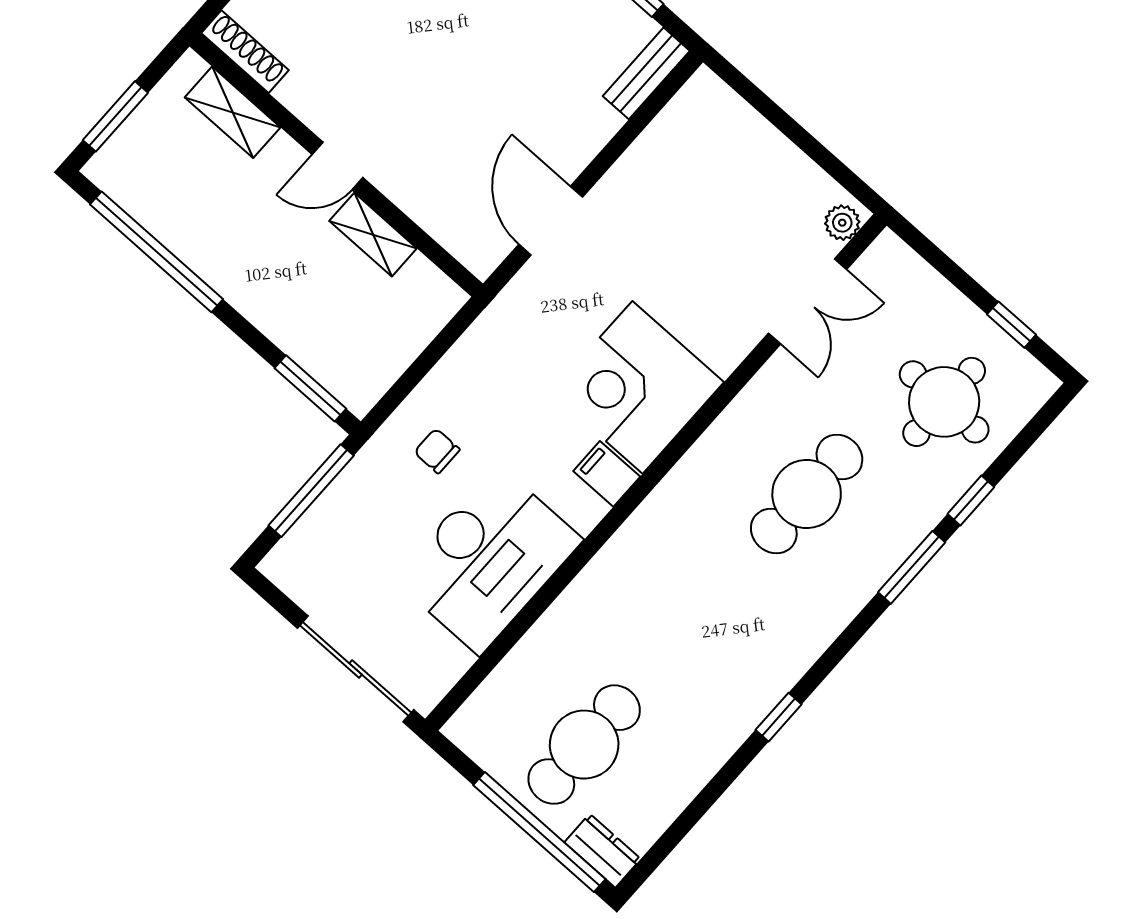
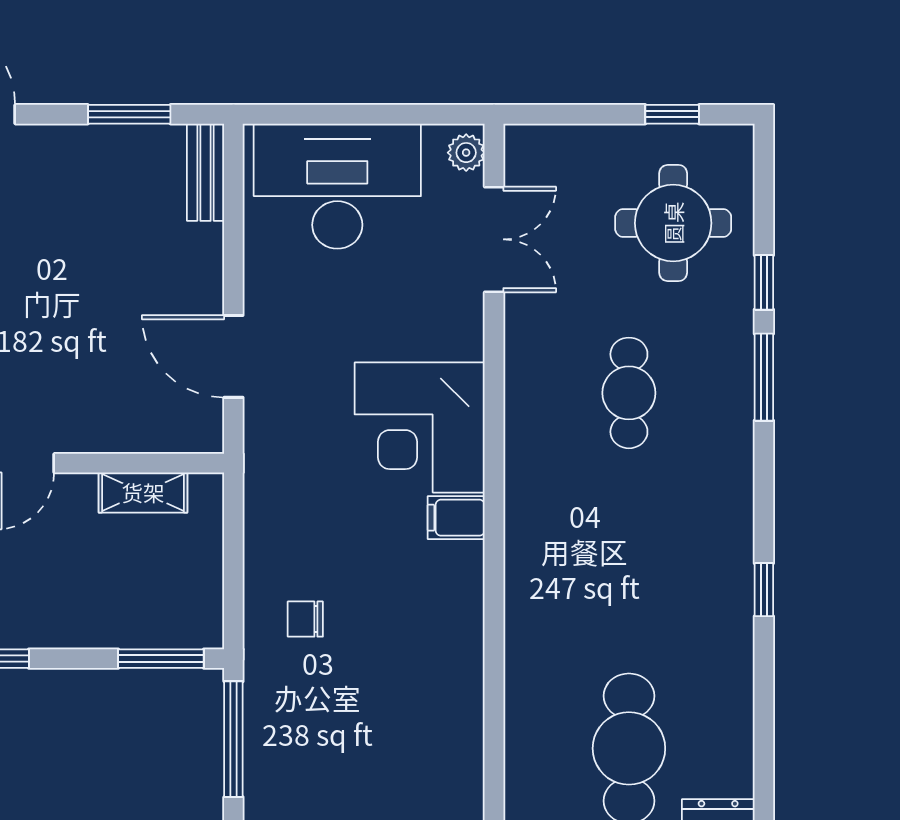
shelving: (373, 235) -> (143, 492), moved
cafe table: (807, 494) -> (629, 393), width x0.73, depth x0.74
desk: (488, 559) -> (337, 186), moved, turned -90

